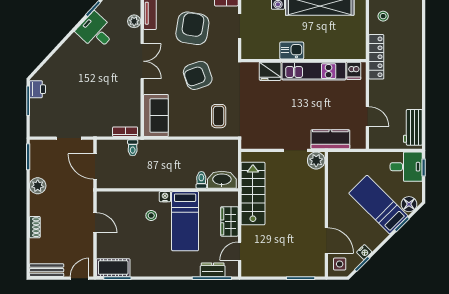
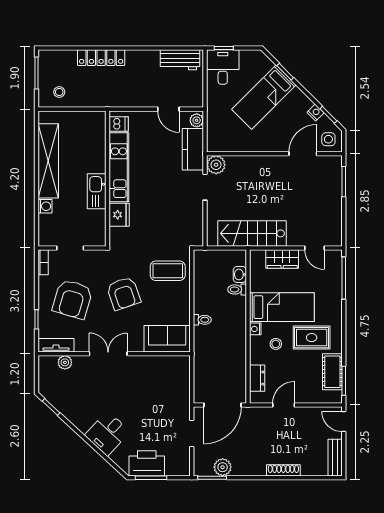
armchair: (192, 28) -> (72, 299), turned -83
desk: (96, 31) -> (107, 433), moved
kitchen sink: (292, 51) -> (97, 191), width x1.38
locker: (376, 57) -> (101, 58), moved, turned 180
printer: (37, 89) -> (147, 463), width x1.87, depth x1.48
coffee table: (219, 116) -> (168, 271), width x1.36, depth x1.30
door: (367, 117) -> (168, 109), swing flipped
bookcase: (125, 132) -> (185, 372), removed
plant: (357, 143) -> (197, 120), added
toilet: (133, 148) -> (202, 320), moved
door: (95, 166) -> (223, 405), width x1.36
washbasin: (222, 180) -> (240, 274), width x0.52, depth x0.69
plant: (38, 186) -> (223, 467), moved
floor lamp: (409, 204) -> (263, 64), removed
shoe rack: (35, 227) -> (283, 470), width x1.43
rug: (157, 249) -> (312, 338), added
cot: (113, 268) -> (332, 372), moved
dresser: (213, 270) -> (257, 378), moved, turned 180

